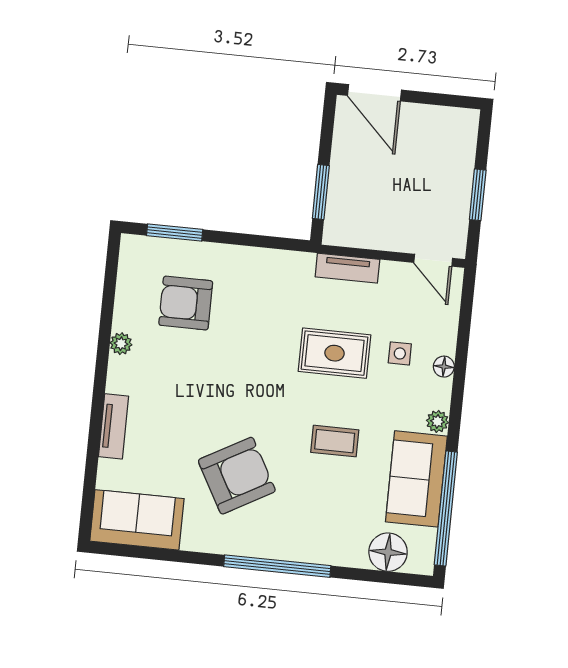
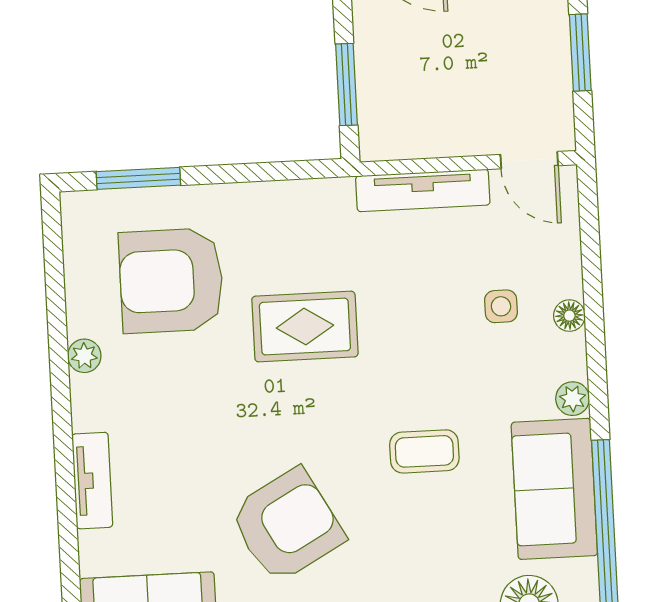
tv unit: (347, 268) -> (423, 190), width x1.41
armchair: (186, 303) -> (171, 281), width x1.36, depth x1.36
rug: (335, 353) -> (305, 327), moved

